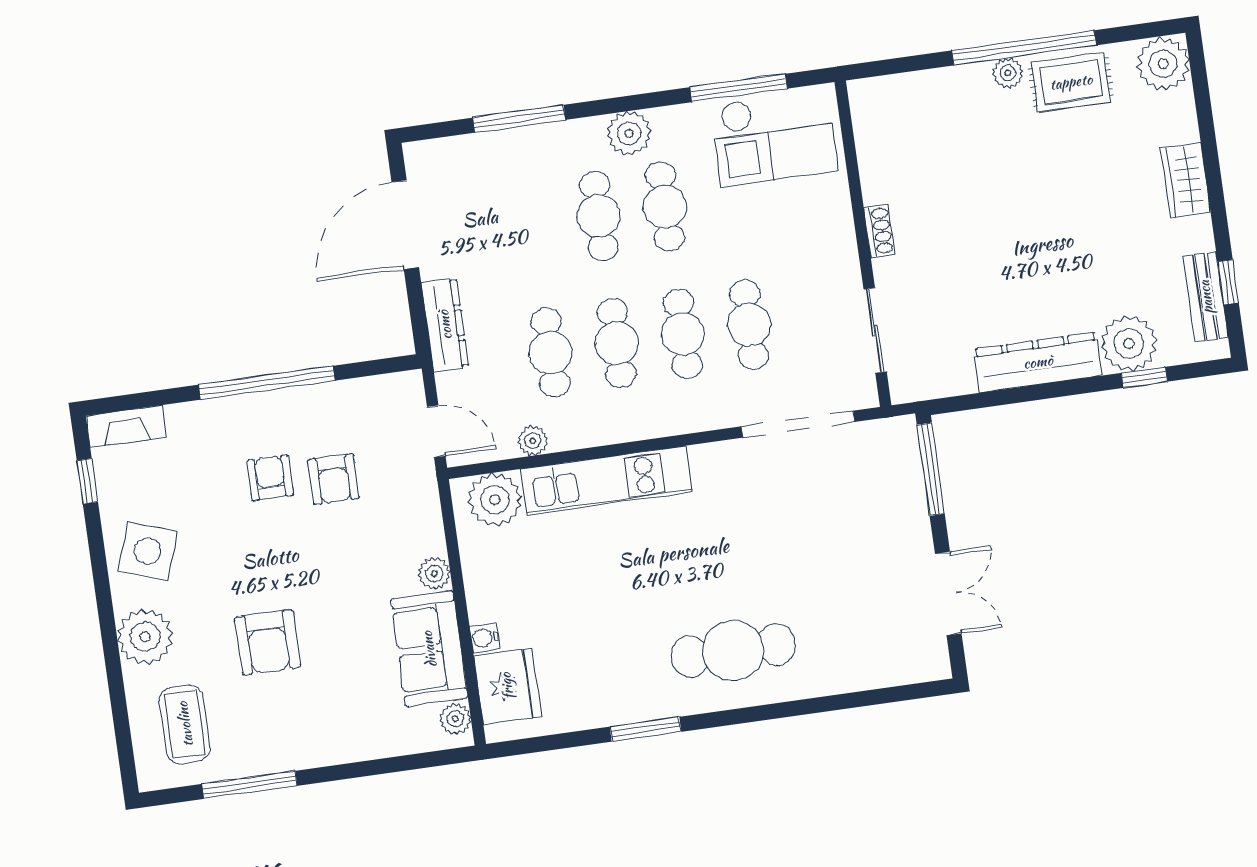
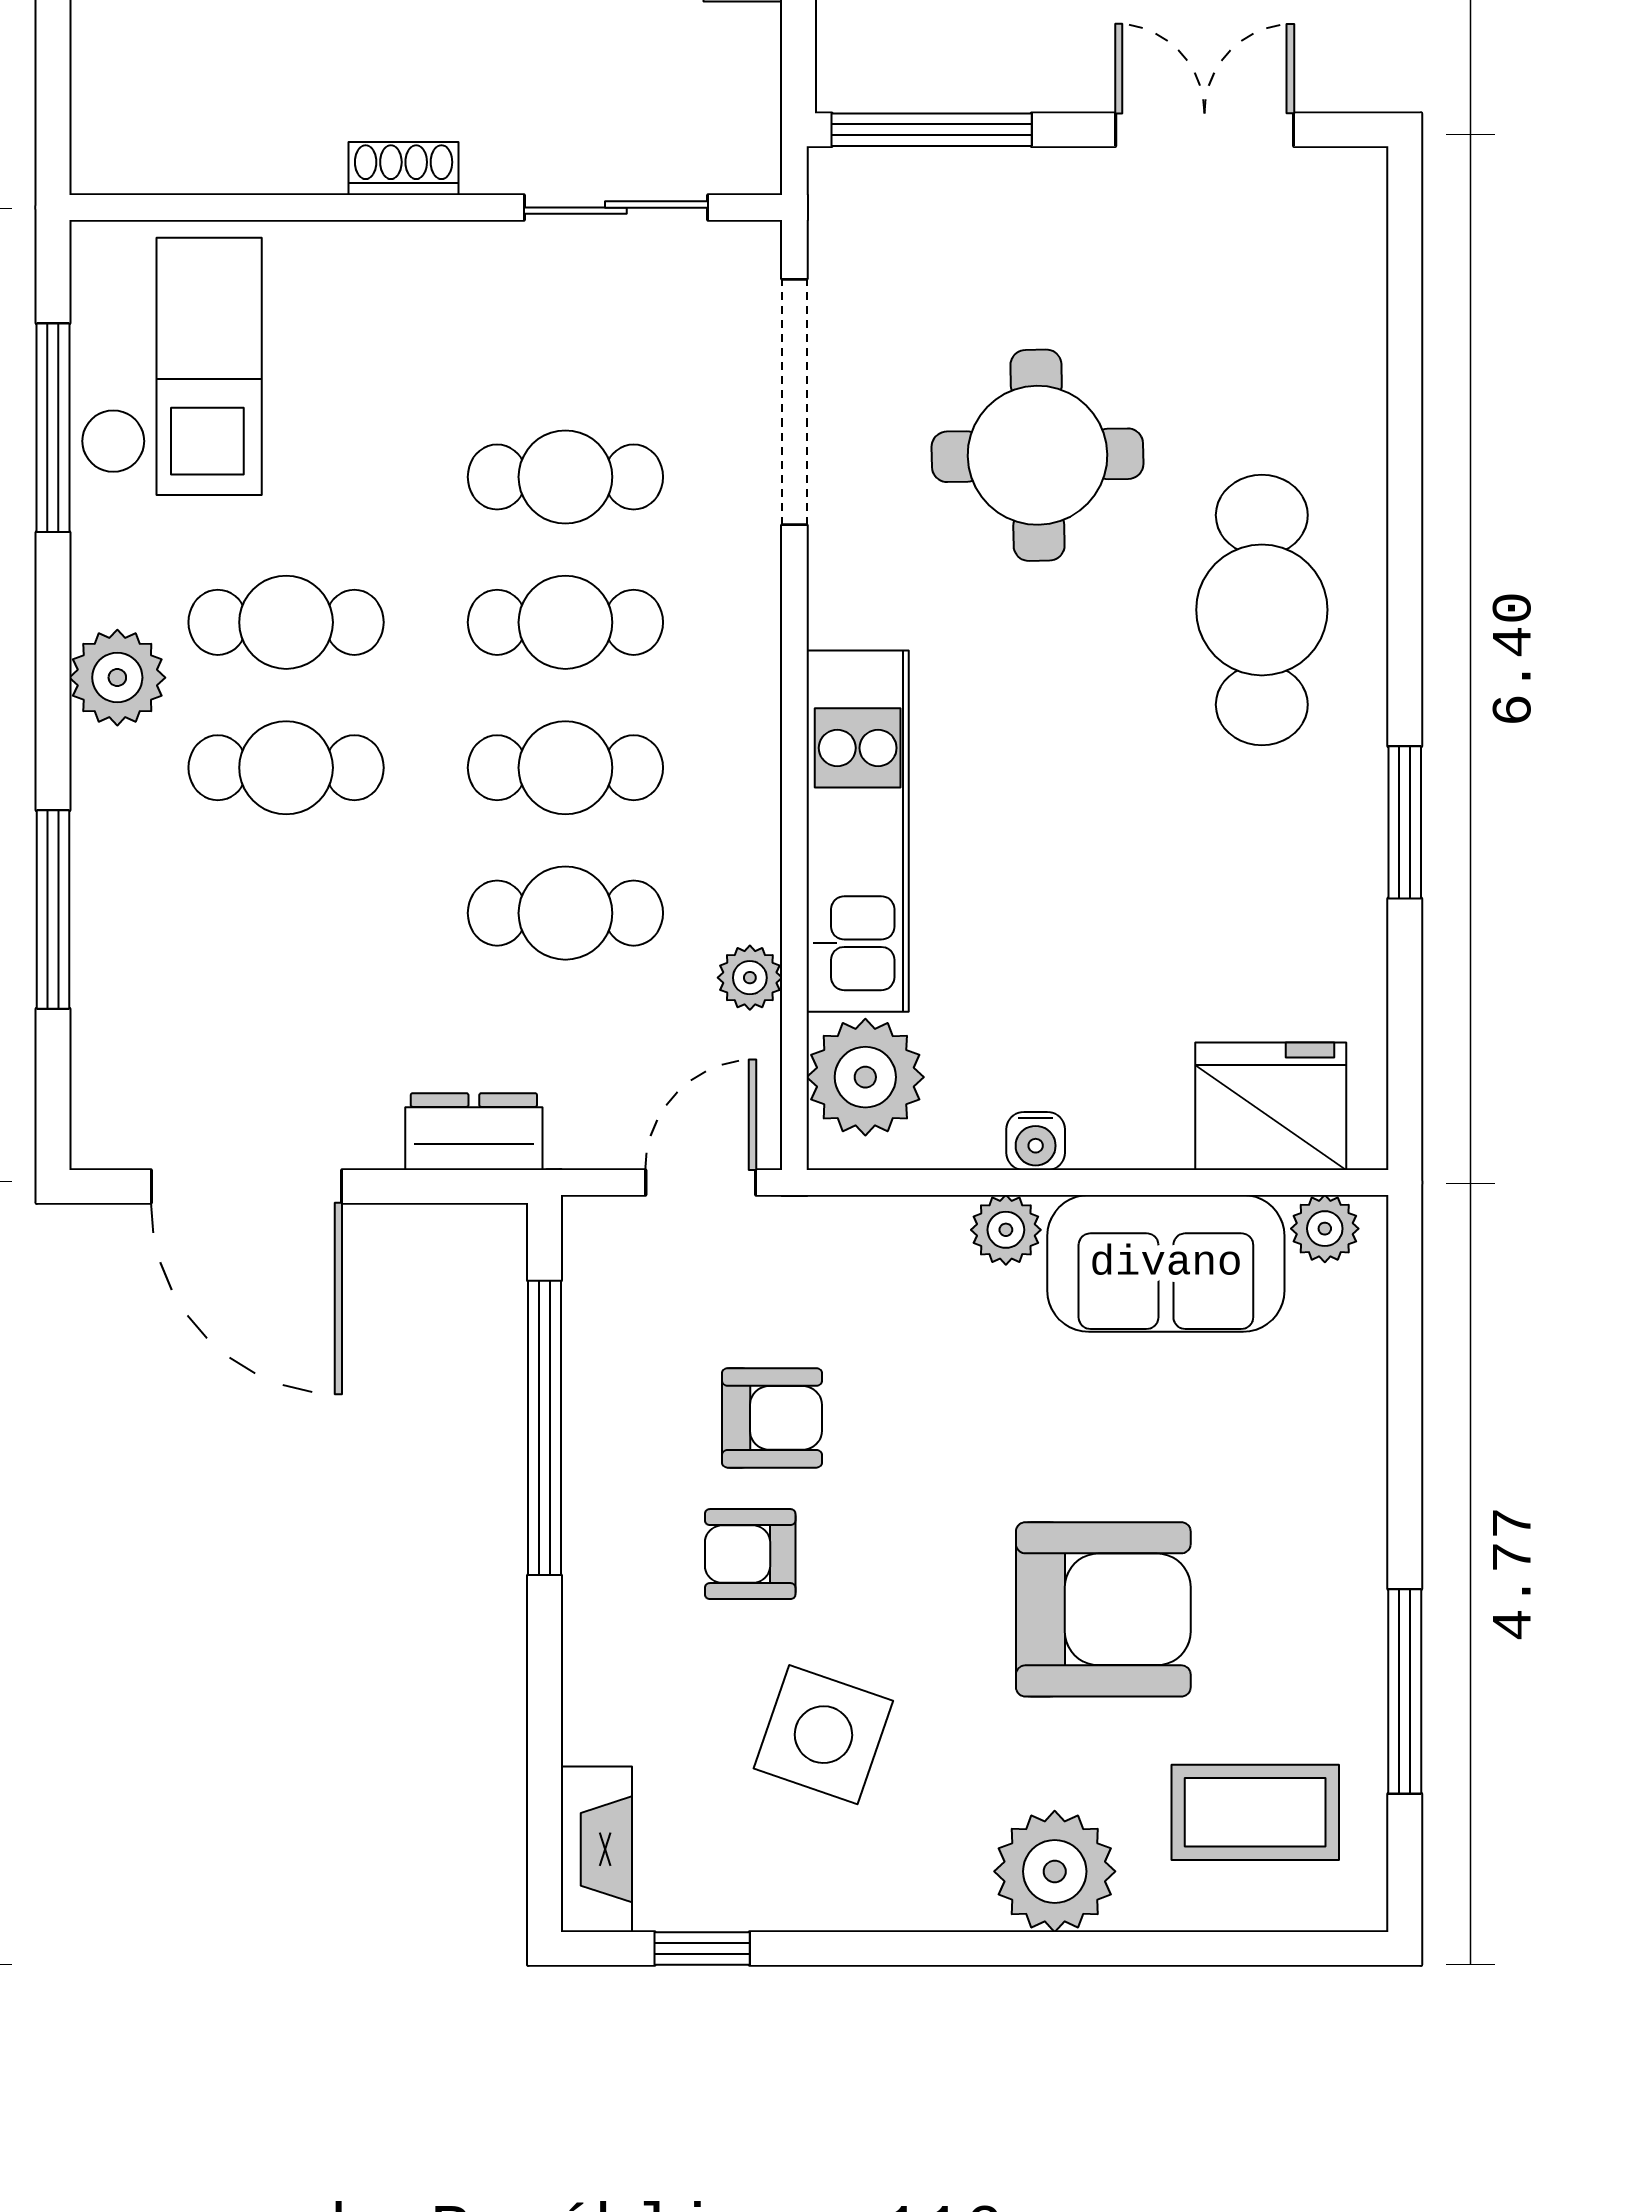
dresser: (445, 325) -> (474, 1132), width x0.70
window: (267, 383) -> (545, 1428), moved
round table: (789, 538) -> (1038, 455), added
side table: (147, 551) -> (823, 1735), moved
water cooler: (485, 638) -> (1036, 1141), moved
armchair: (268, 642) -> (1103, 1609), width x1.36, depth x1.36

